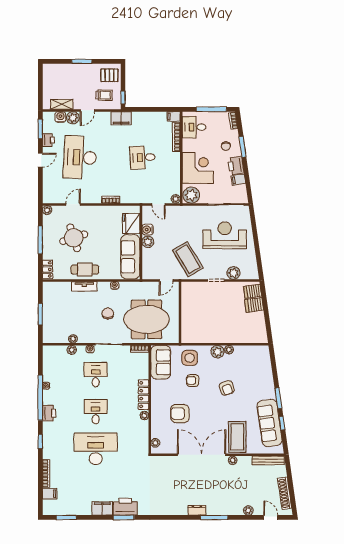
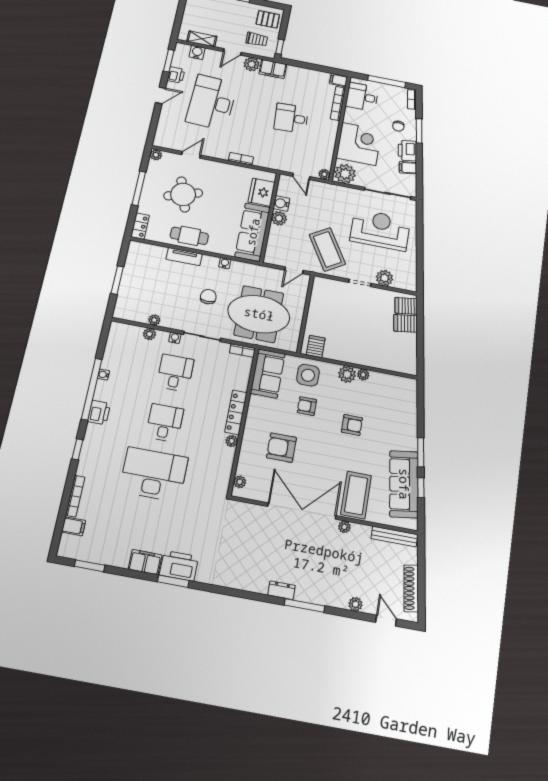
plant: (73, 118) -> (252, 64), moved
server rack: (192, 335) -> (316, 346), added
armchair: (227, 388) -> (352, 425), turned -70

